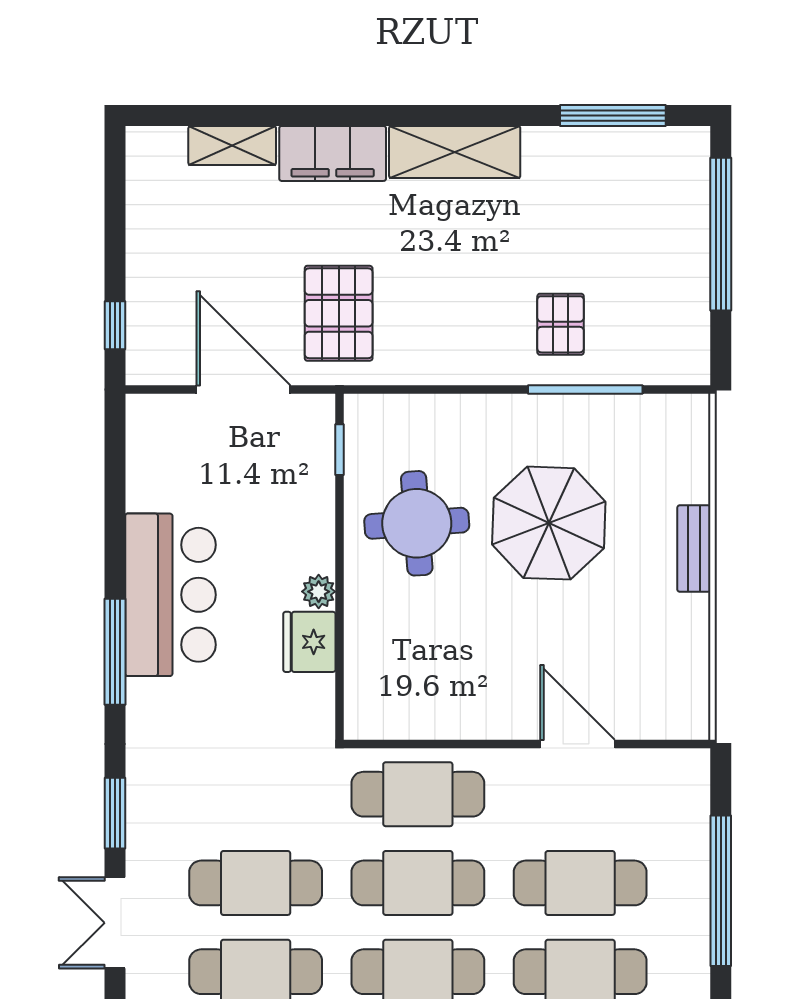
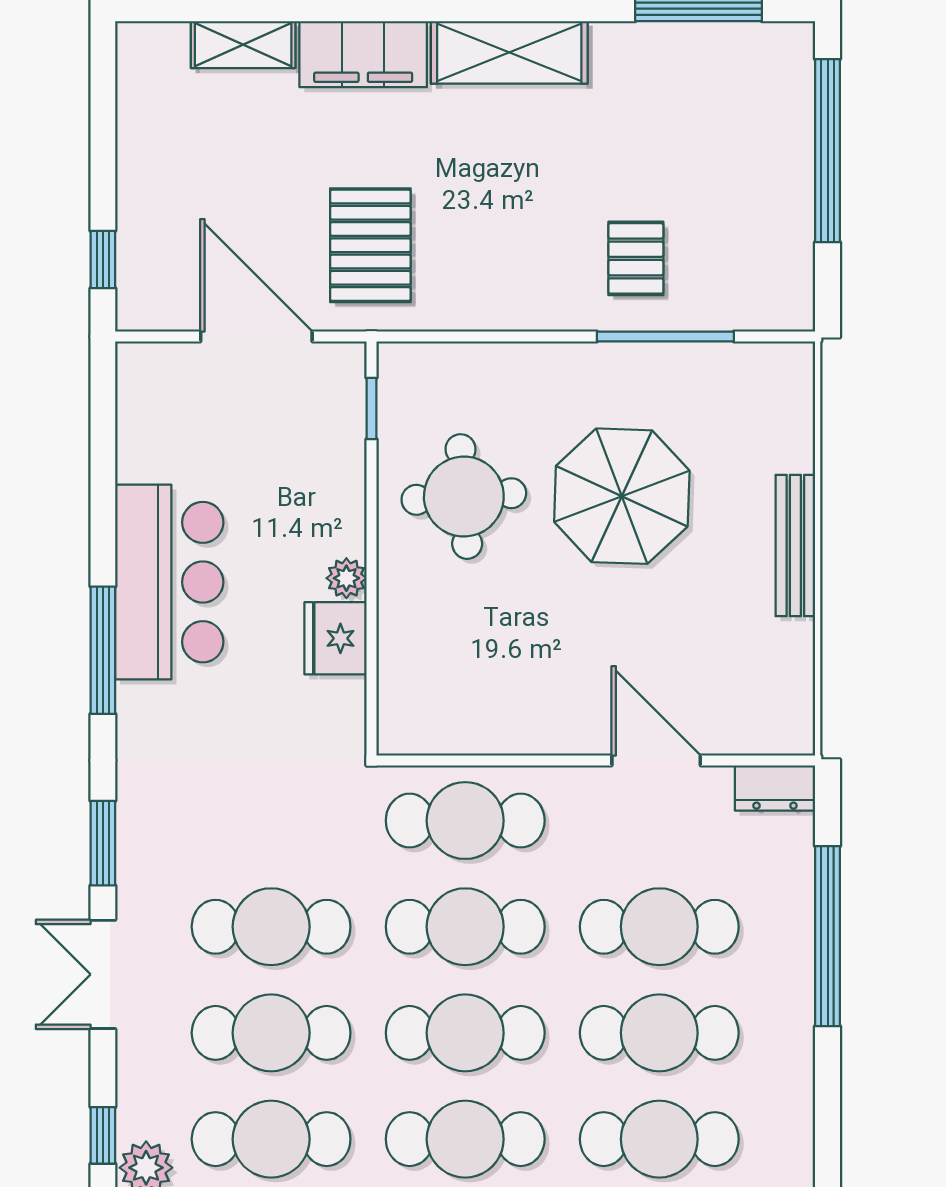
bench: (694, 549) -> (795, 546), width x1.36
dresser: (677, 767) -> (775, 788), added

